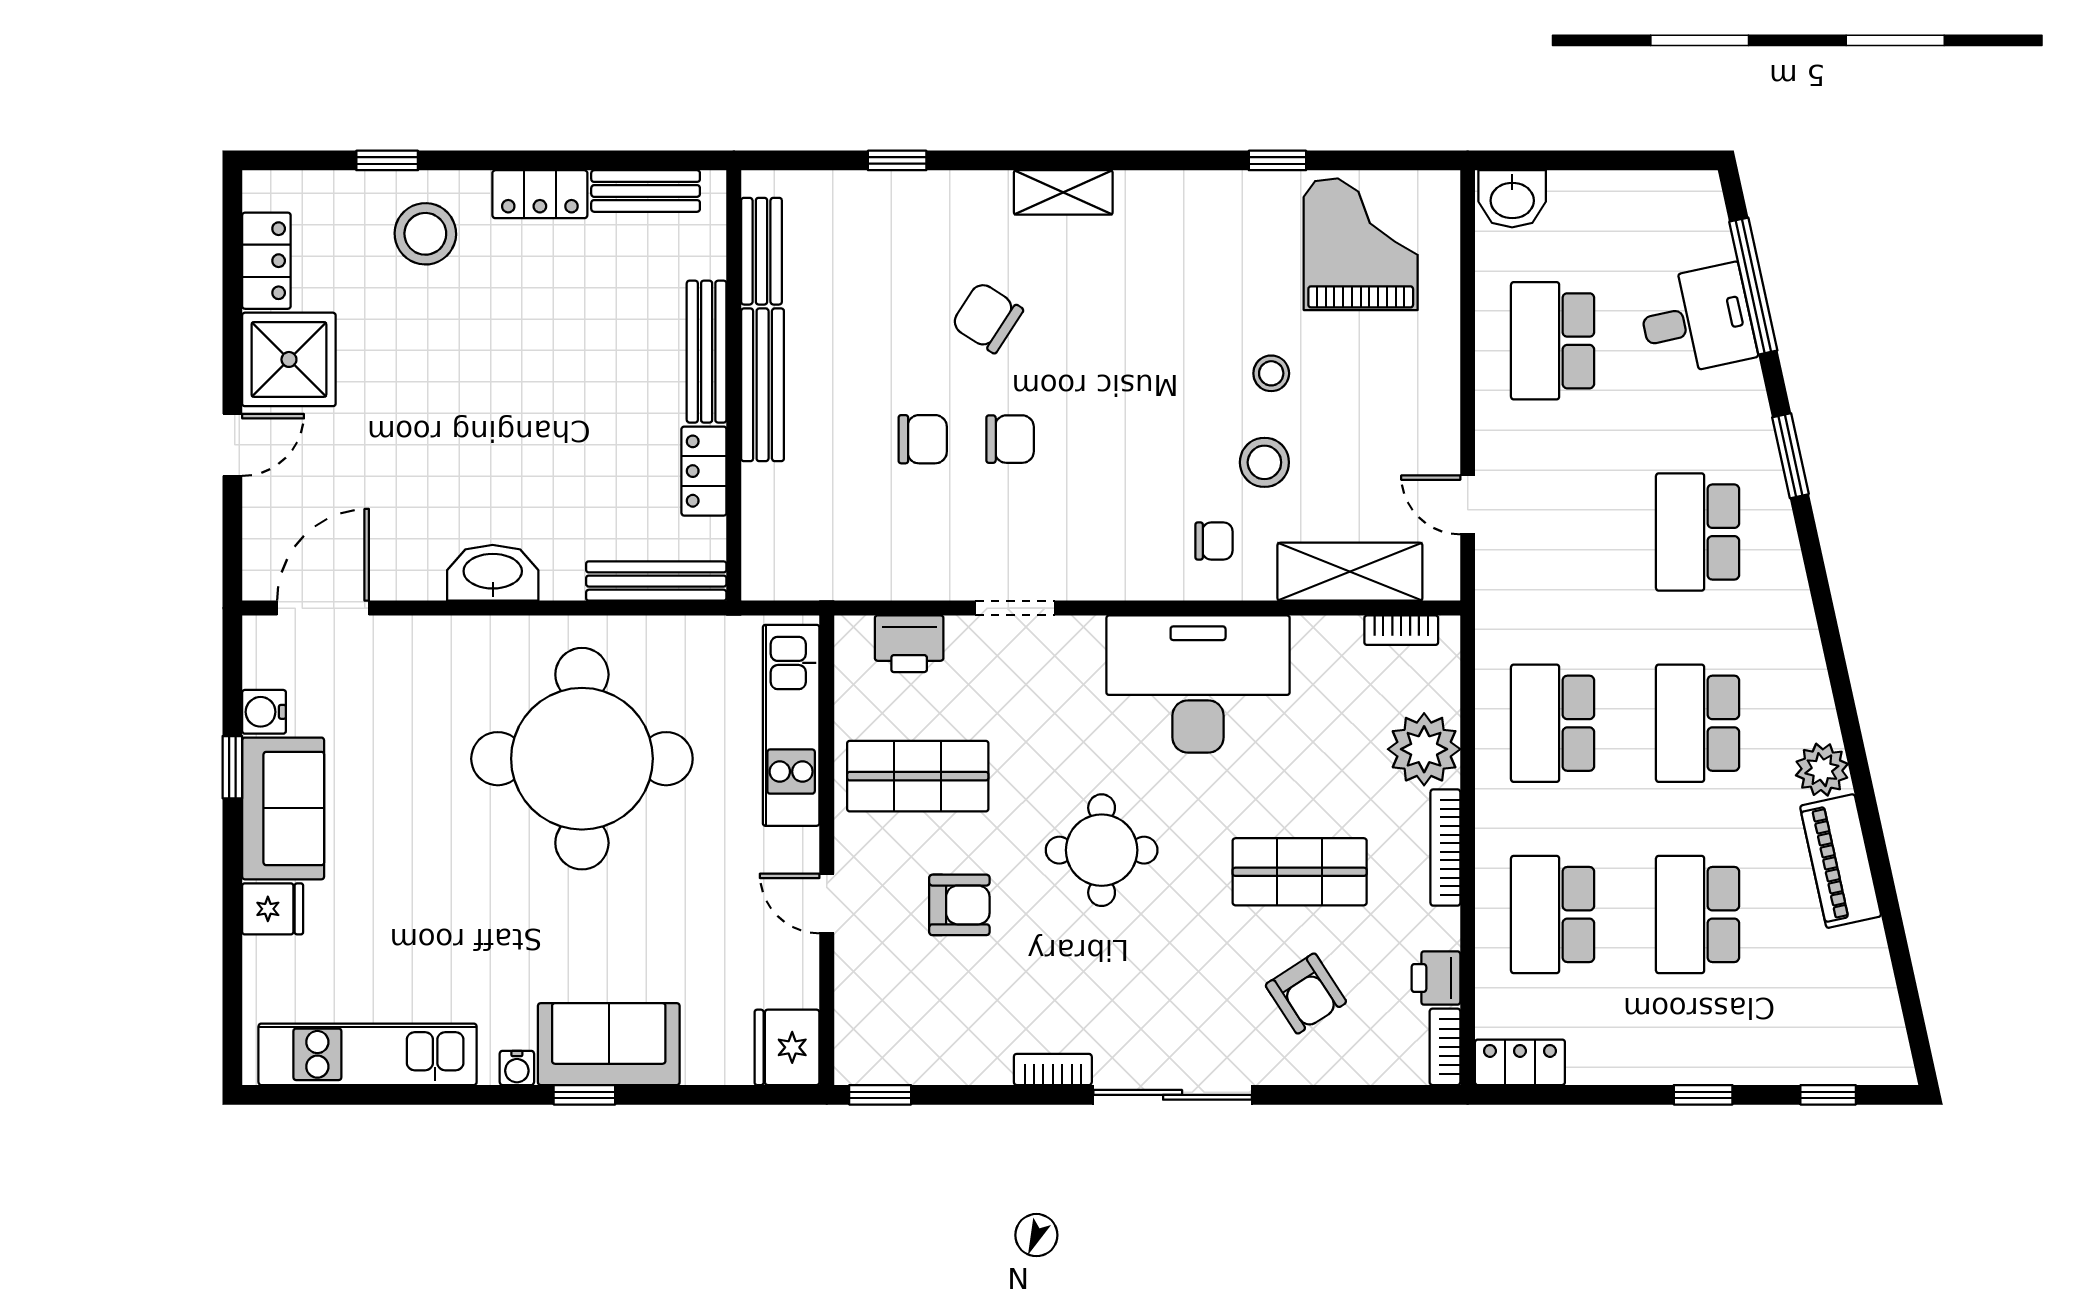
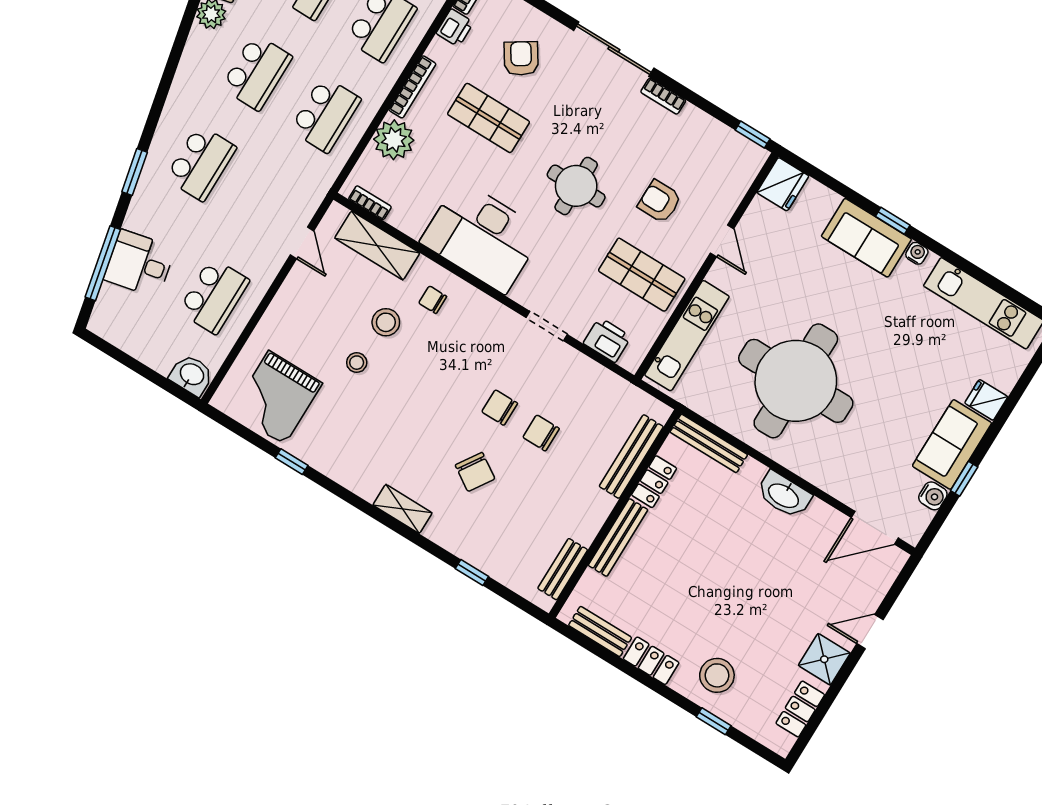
shower: (289, 359) -> (824, 659), width x0.73, depth x0.73
bench: (763, 385) -> (631, 457), moved

